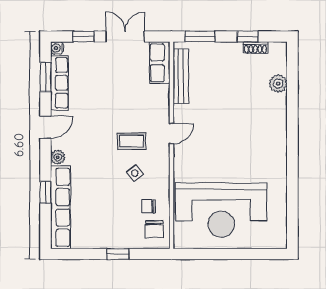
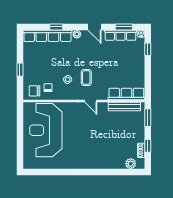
double door: (125, 37) -> (148, 74), removed
row of seats: (160, 63) -> (126, 94), width x1.48
plant: (278, 84) -> (131, 164), moved

